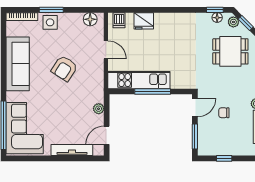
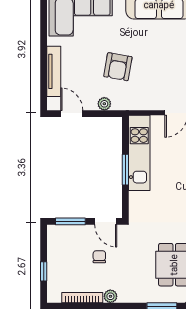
armchair: (64, 68) -> (118, 67), moved, turned -113
window: (153, 91) -> (125, 170), width x0.69
window: (224, 158) -> (44, 271), moved

